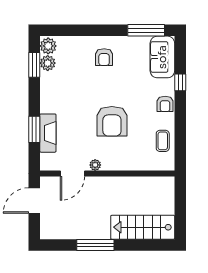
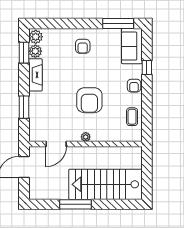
fireplace: (48, 133) -> (35, 75), moved
plant: (95, 165) -> (86, 137), moved
stairs: (143, 227) -> (105, 184), width x1.36, depth x1.51

